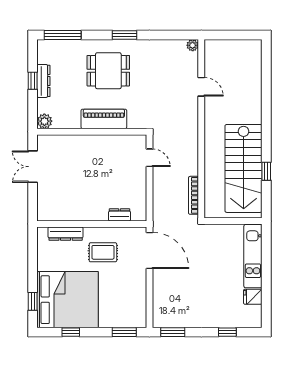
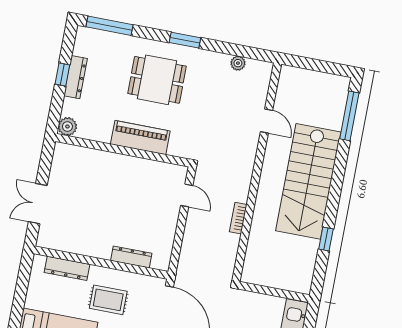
plant: (193, 45) -> (238, 63), moved
window: (266, 70) -> (349, 116), added
double door: (33, 167) -> (38, 204), moved
stairs: (244, 168) -> (308, 181), moved
bookcase: (194, 195) -> (238, 218), moved, width x0.64
dresser: (120, 215) -> (131, 257), width x1.44

